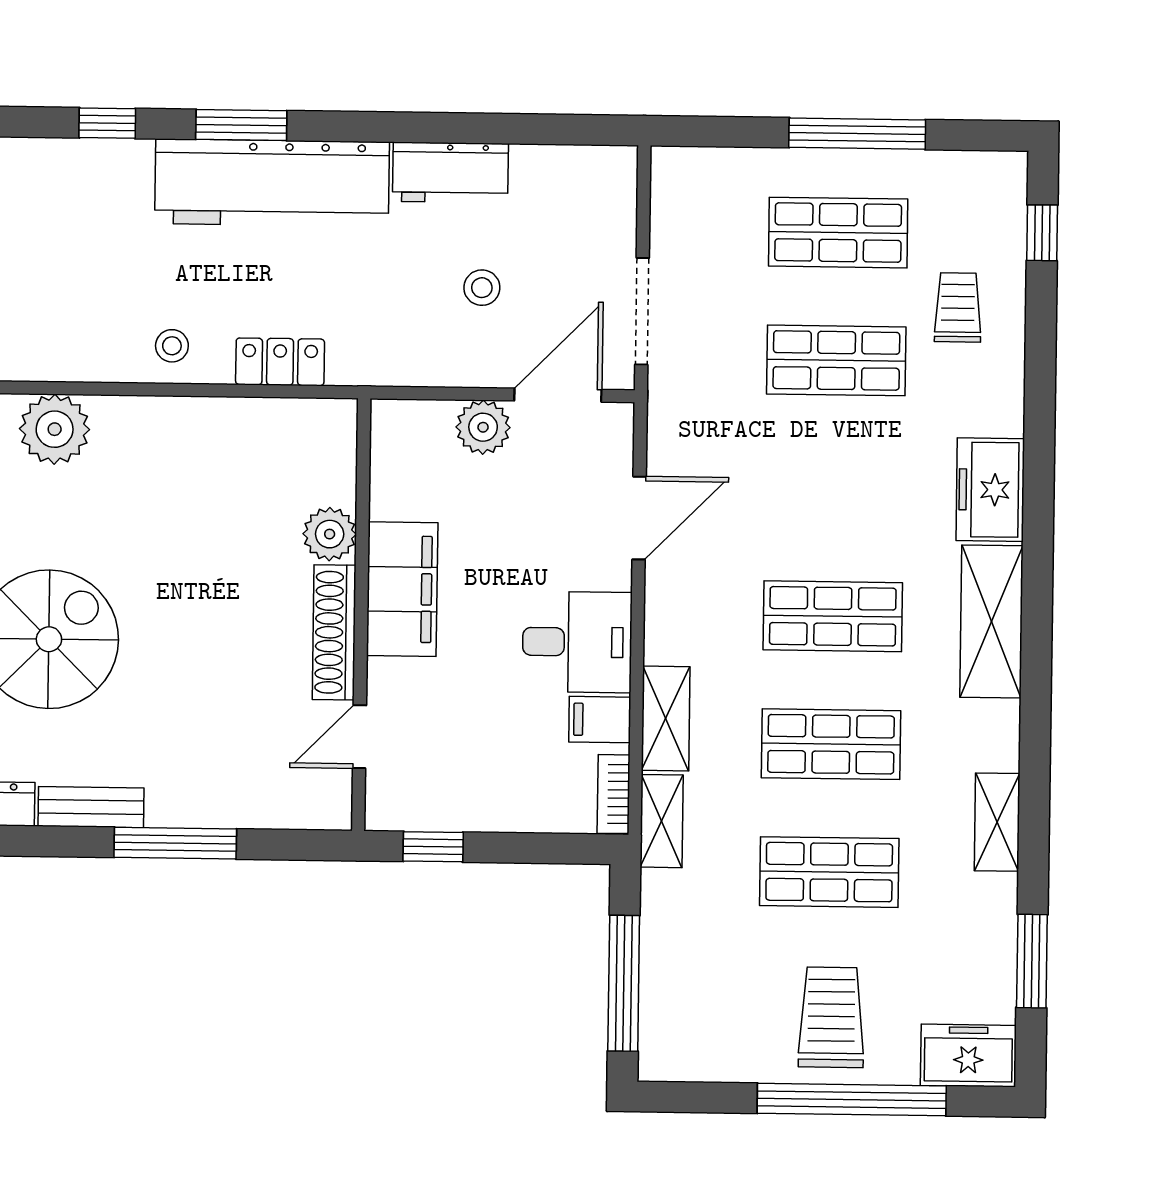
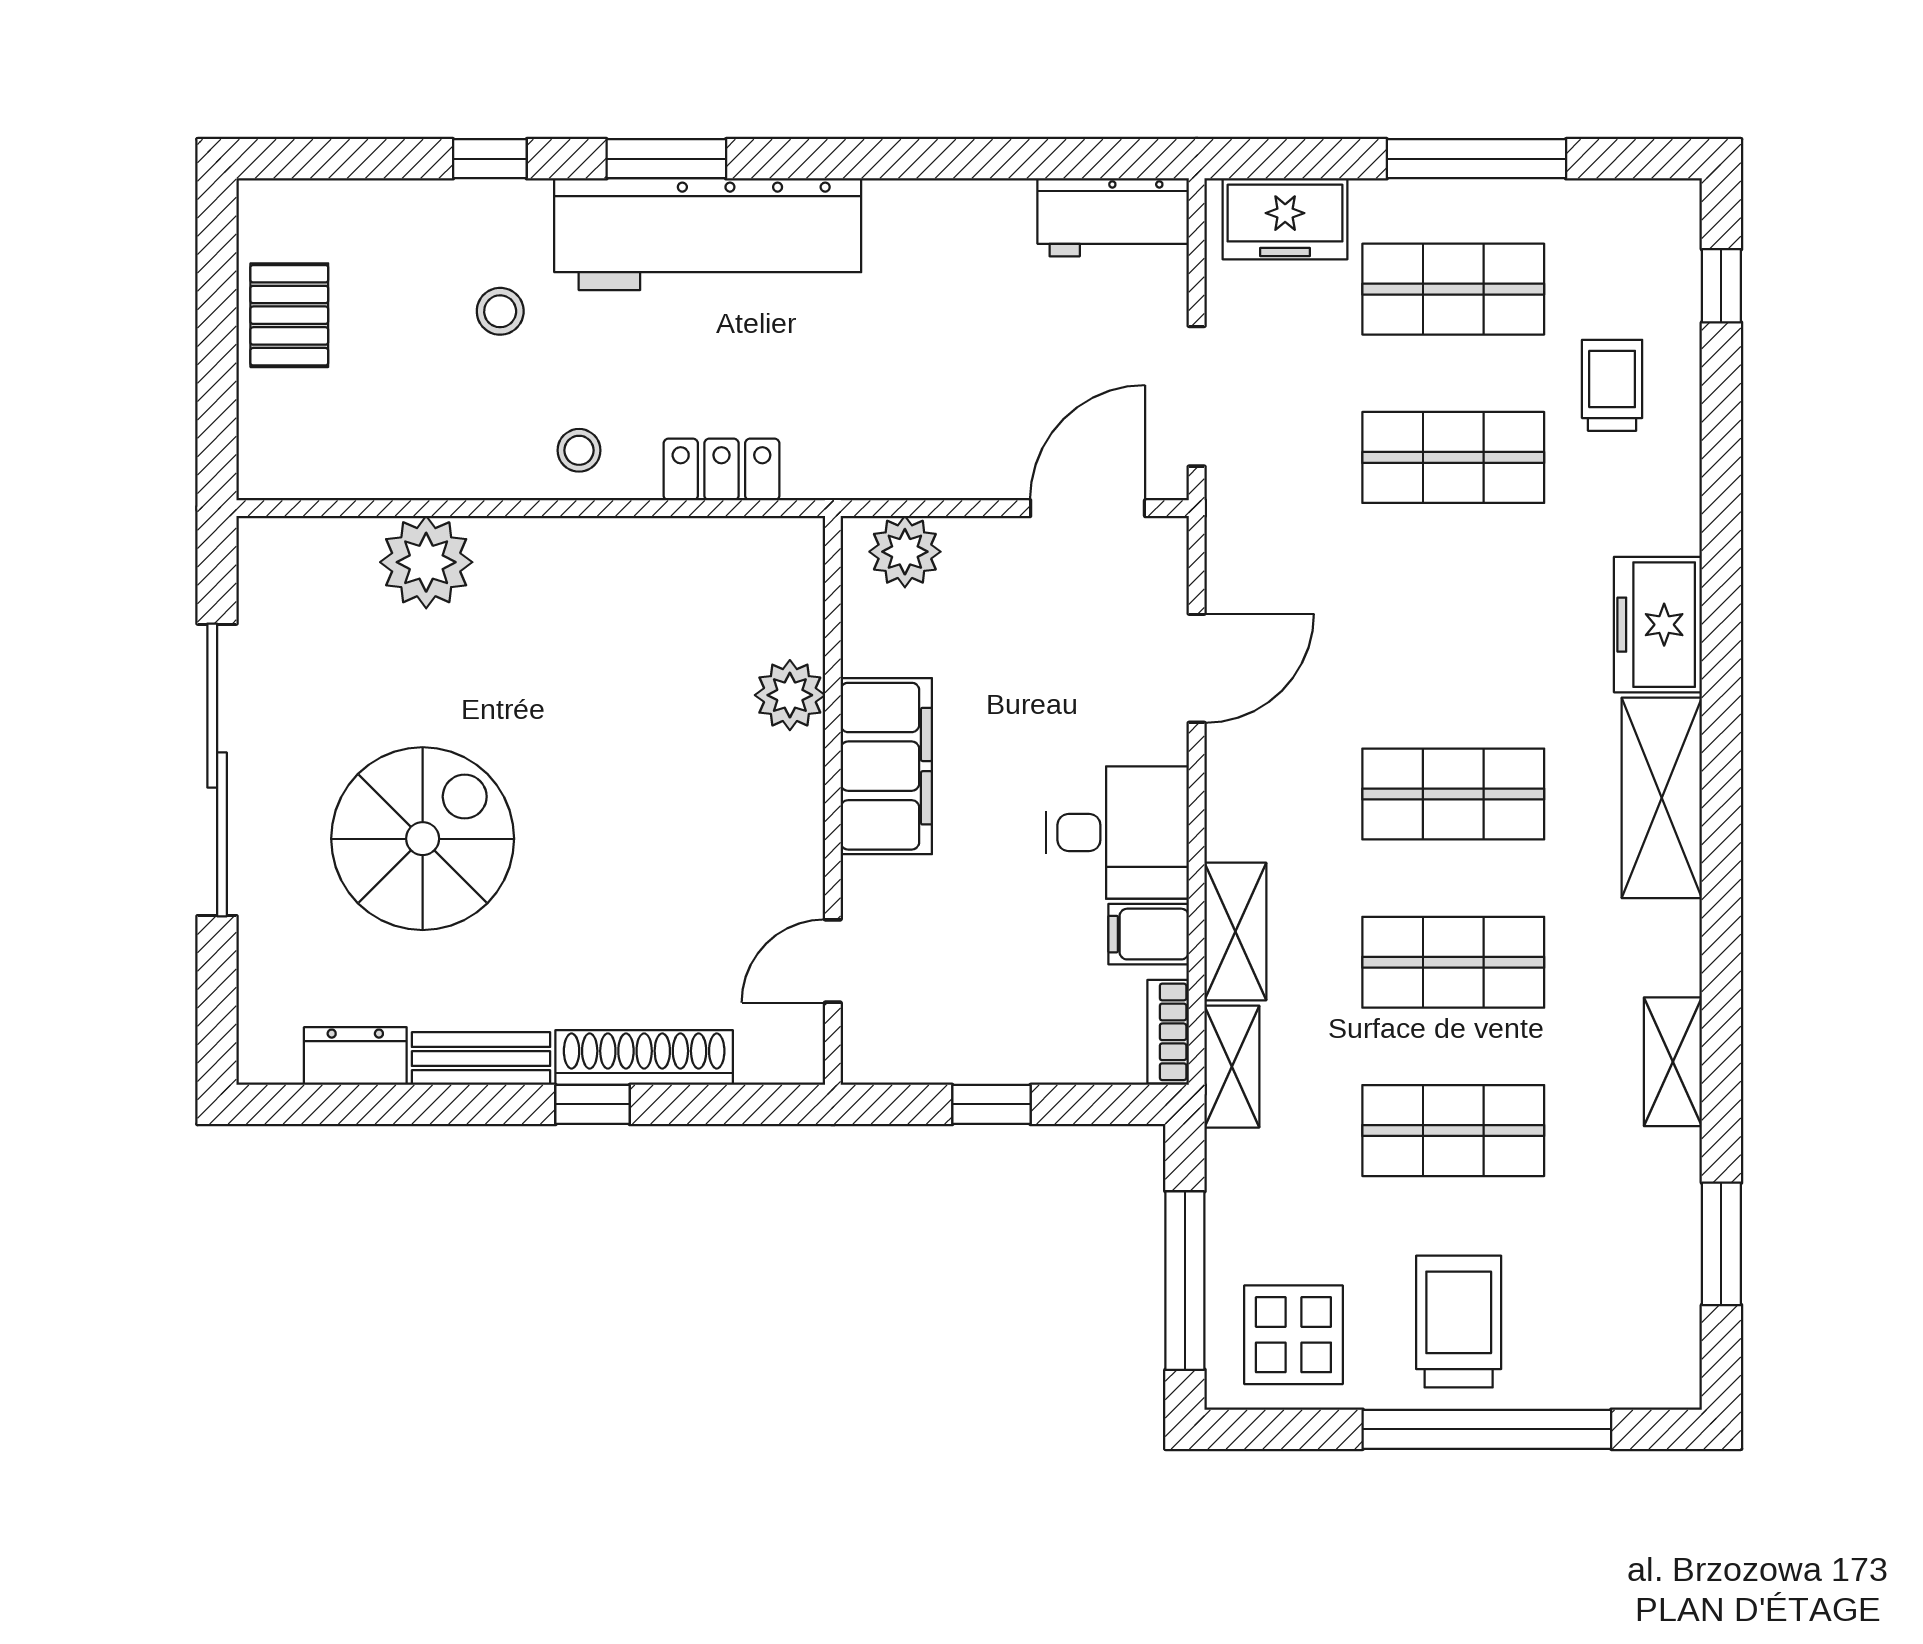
workbench: (450, 172) -> (1113, 217), moved
stool: (482, 288) -> (500, 311), moved
plant: (483, 427) -> (905, 552), moved
shoe rack: (334, 632) -> (644, 1058), moved, turned 90
window: (175, 843) -> (593, 1104), width x0.46
window: (433, 847) -> (991, 1104), moved
display table: (706, 1026) -> (1293, 1335), added
freezer: (968, 1055) -> (1285, 219), moved, turned 180

